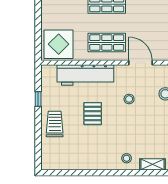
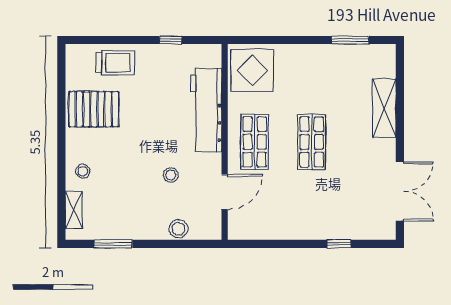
pallet: (93, 114) -> (94, 109), moved, width x1.50, depth x1.42
trolley: (55, 124) -> (115, 63), moved

